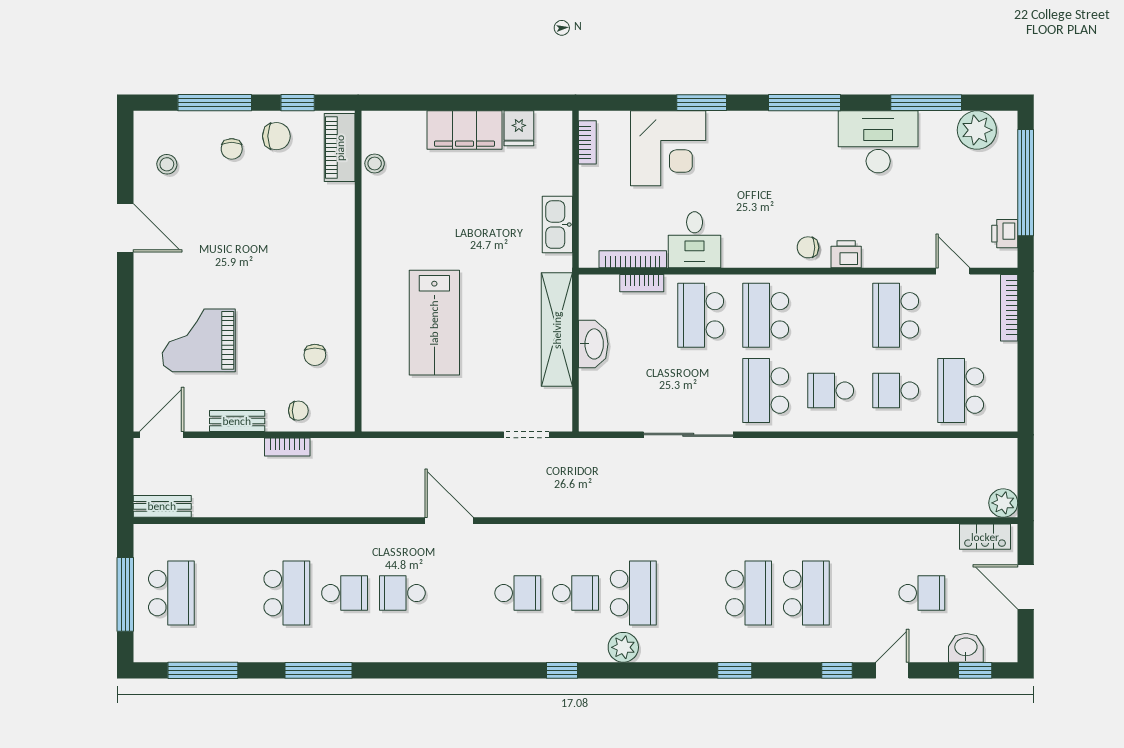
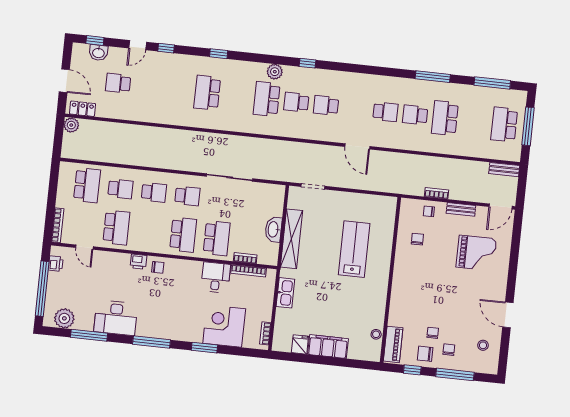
chair: (266, 178) -> (433, 333), added
school desk: (766, 391) -> (187, 196), width x0.54
school desk: (806, 593) -> (178, 90), removed

